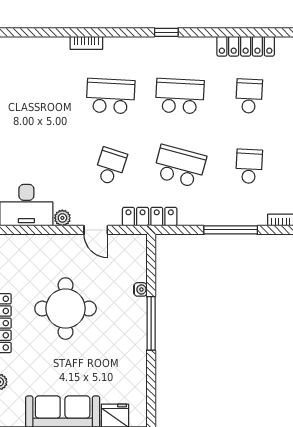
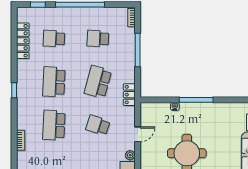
locker: (150, 217) -> (129, 95), width x0.66

